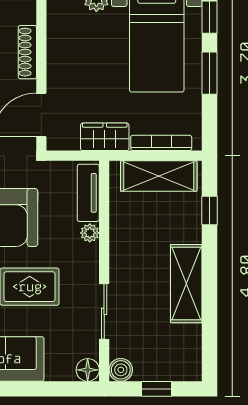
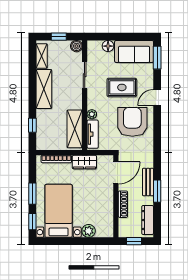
shelving: (159, 176) -> (75, 129), moved, turned 90
shelving: (191, 350) -> (42, 56), added
floor lamp: (88, 370) -> (108, 46), moved

